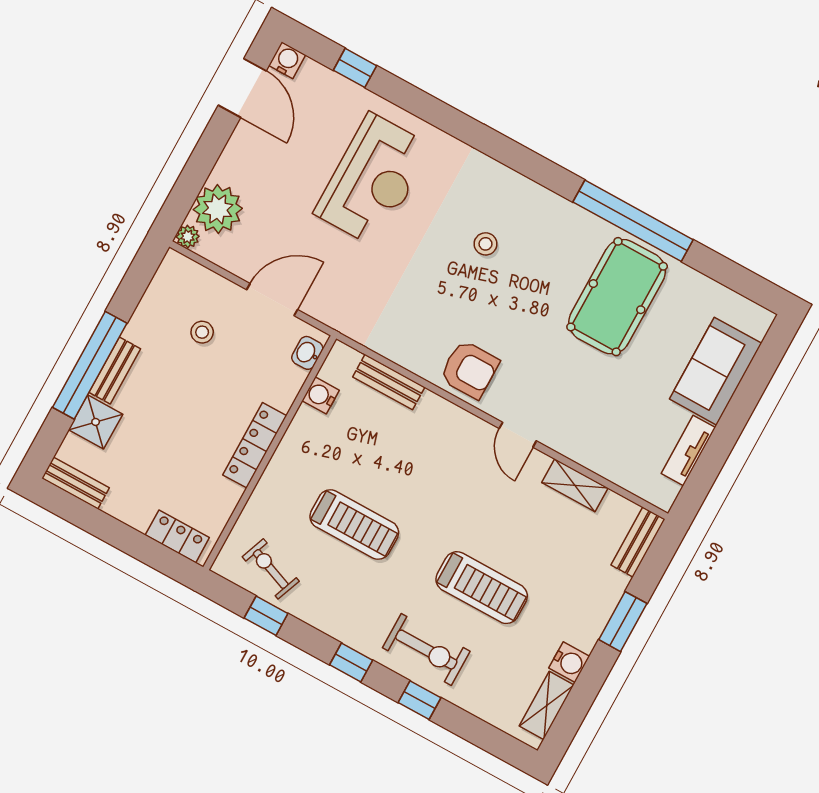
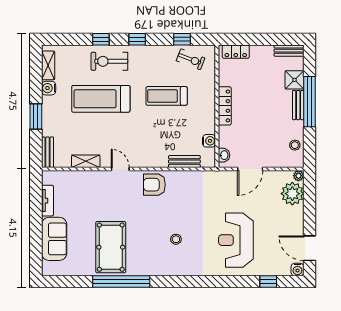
stool: (202, 332) -> (295, 145), moved
treadmill: (482, 588) -> (101, 99), width x1.37, depth x1.38

